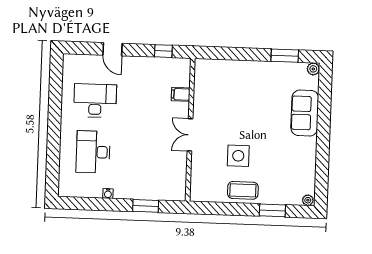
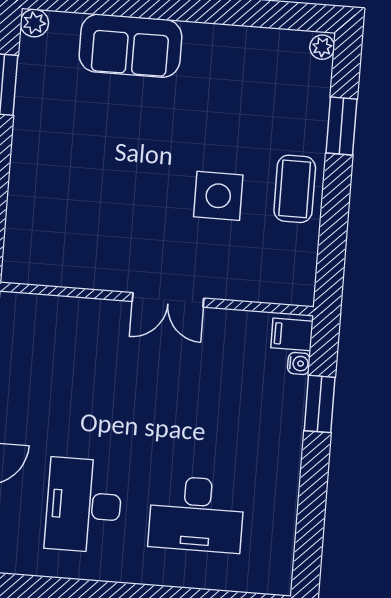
filing cabinet: (181, 94) -> (292, 334), moved, turned 90
water cooler: (108, 194) -> (299, 363), moved

